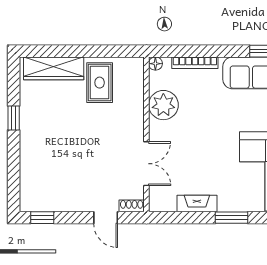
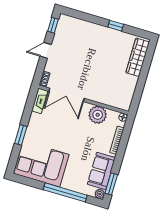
rug: (100, 83) -> (122, 82), removed
double door: (146, 164) -> (67, 95), width x1.37
fireplace: (197, 203) -> (40, 101), moved
door: (106, 218) -> (46, 50), moved

